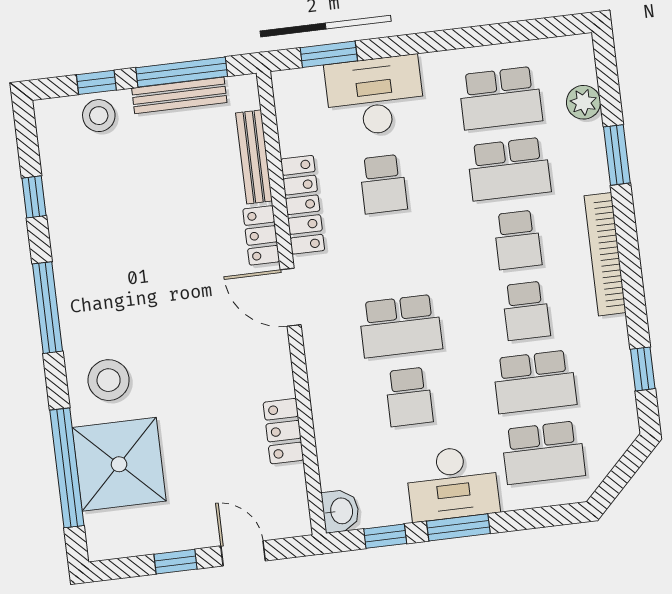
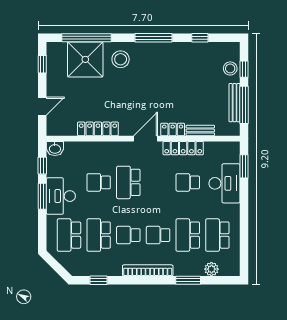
bench: (254, 157) -> (200, 130), width x0.73
locker: (283, 431) -> (98, 129), width x1.53
window: (176, 562) -> (42, 64), moved

